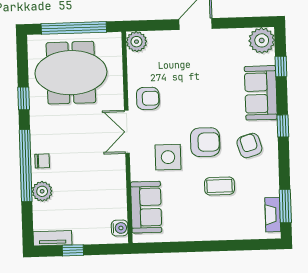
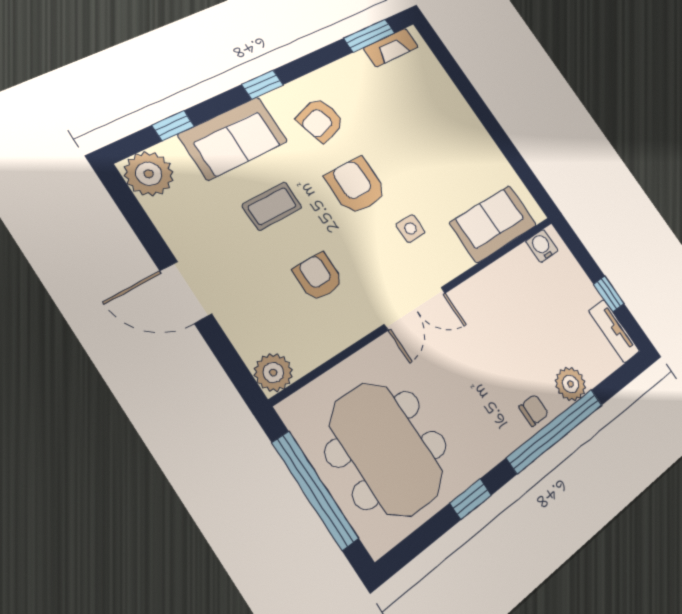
armchair: (148, 98) -> (318, 277), moved
side table: (168, 157) -> (410, 229), width x0.54, depth x0.54
chair: (42, 161) -> (534, 410), turned 90
coffee table: (220, 186) -> (272, 206), moved, turned 90

